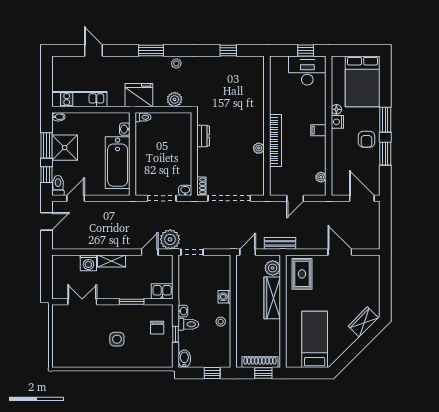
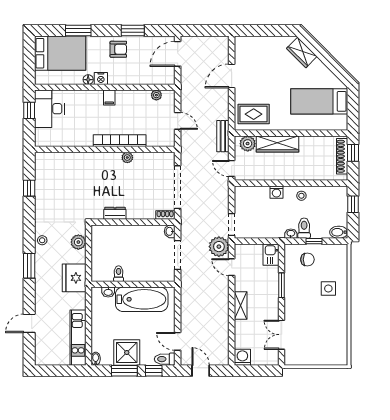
toilet: (143, 117) -> (119, 274), moved
window: (385, 120) -> (78, 31), moved
washing machine: (88, 263) -> (242, 357), moved, turned -90
side table: (117, 339) -> (328, 289), moved

